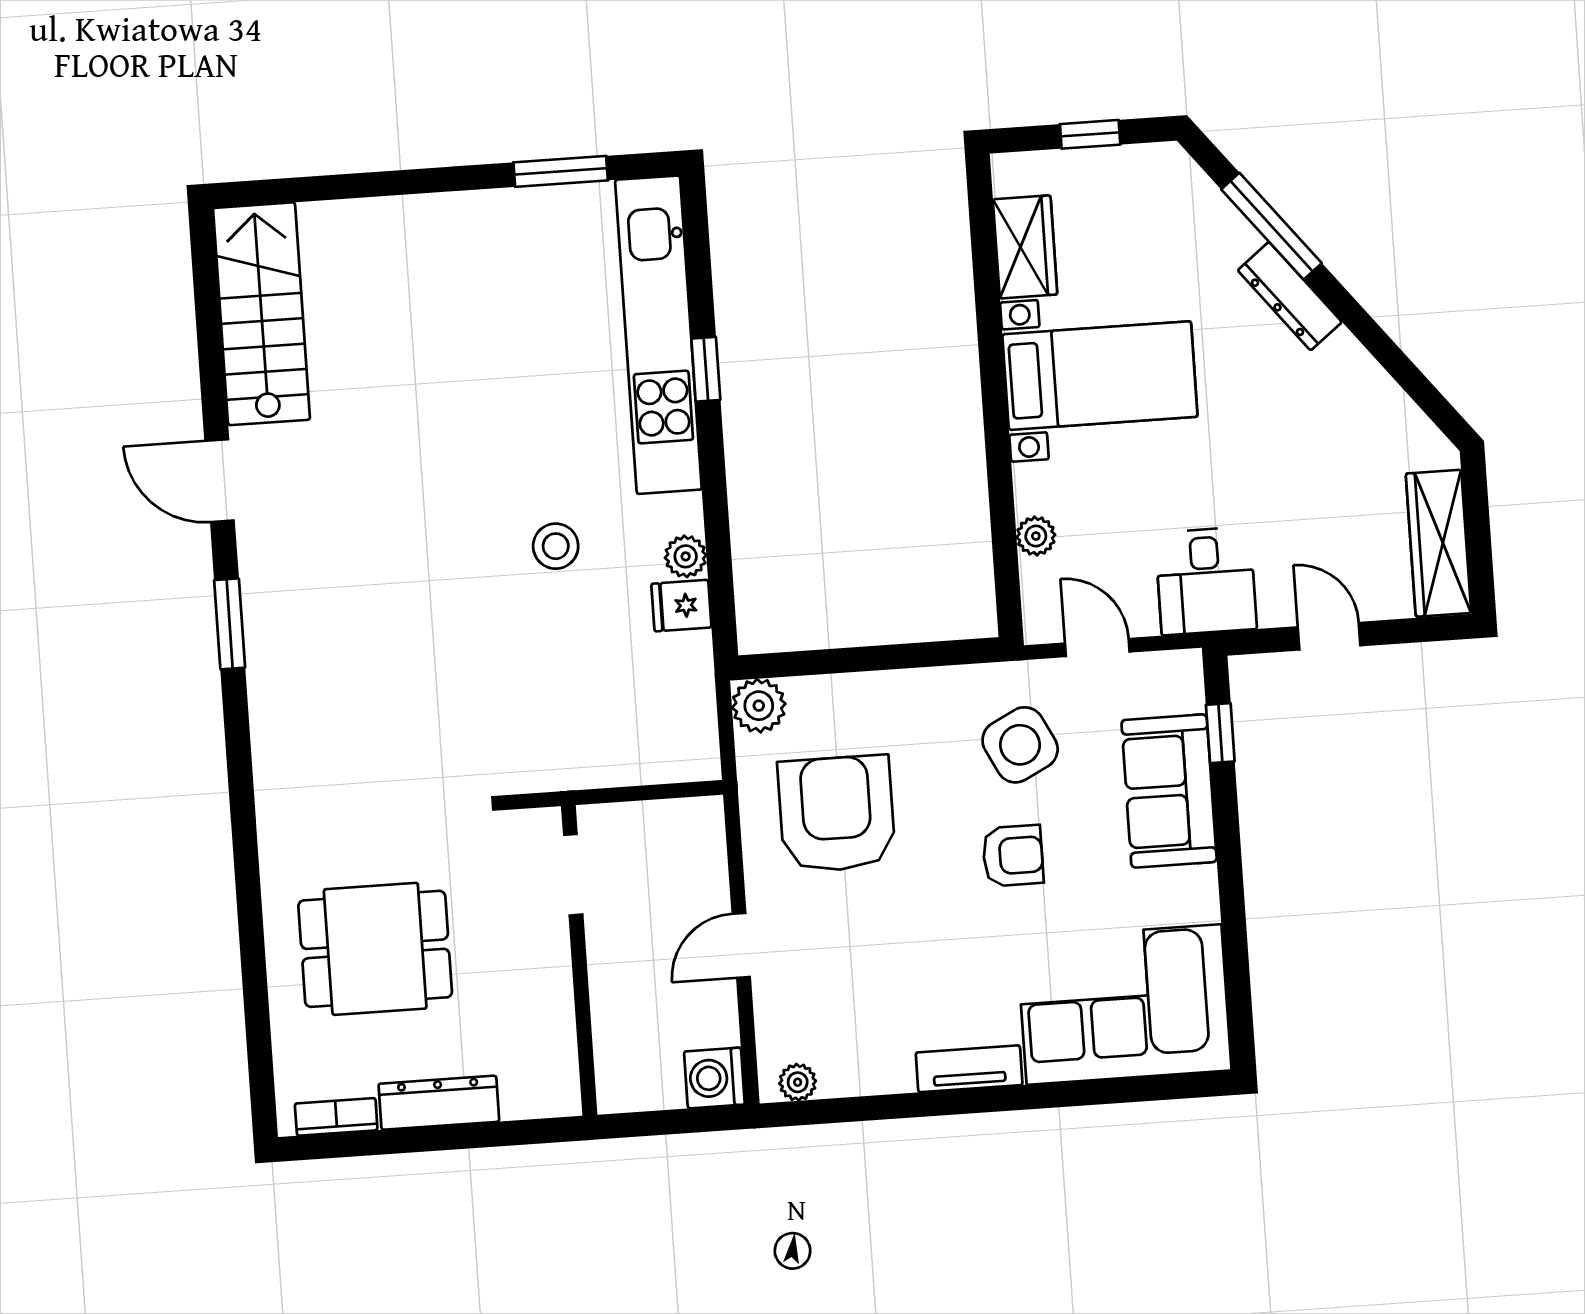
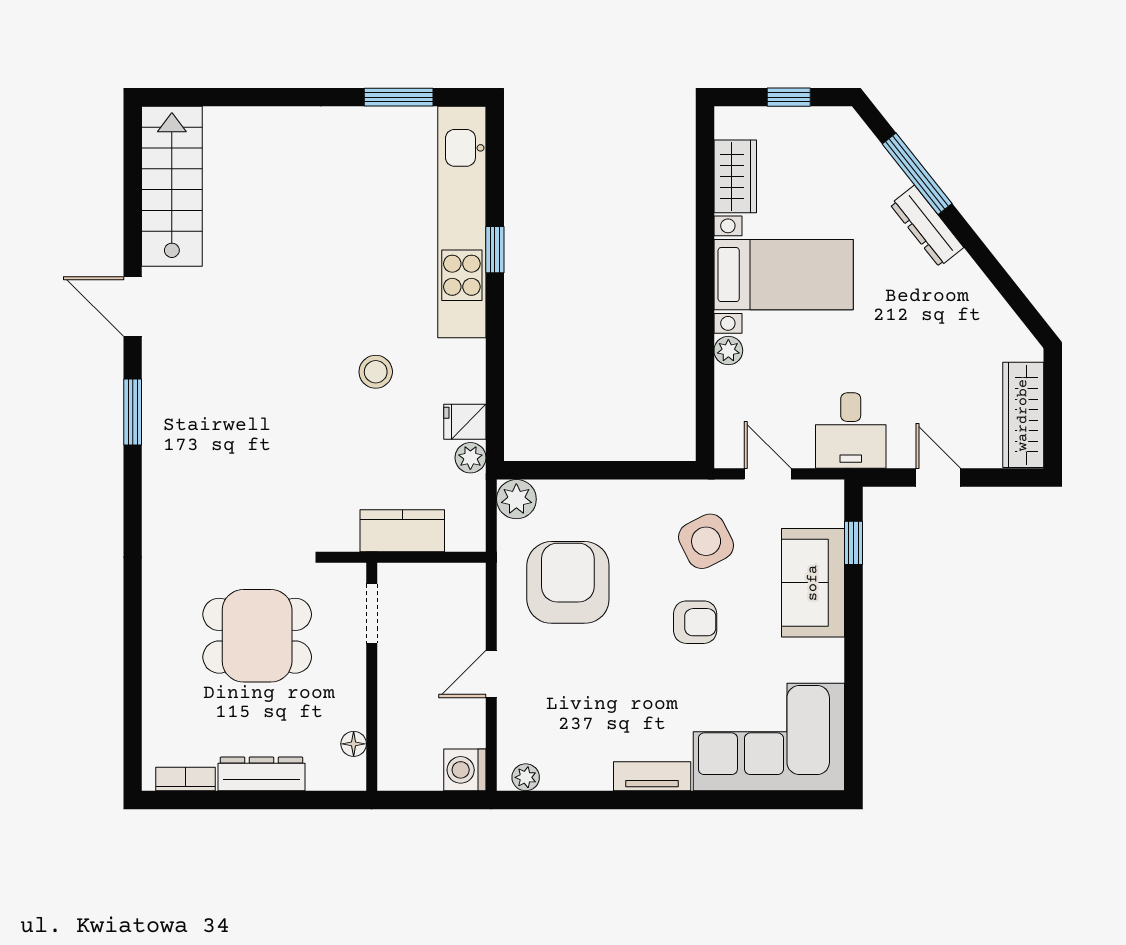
plant: (1036, 536) -> (728, 351), moved
plant: (686, 556) -> (470, 458), moved
kitchen counter: (607, 759) -> (402, 531), added
dining table: (375, 949) -> (257, 636), moved
floor lamp: (561, 1053) -> (354, 744), added

